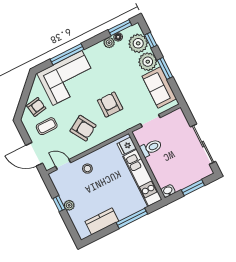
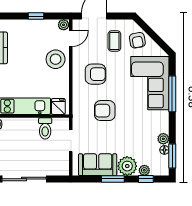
plant: (138, 43) -> (144, 170), width x0.53, depth x0.53
armchair: (110, 105) -> (105, 111), turned 180
armchair: (83, 128) -> (95, 74), turned -149
stool: (87, 169) -> (56, 59), width x1.89, depth x1.89
plant: (69, 205) -> (64, 25), moved

